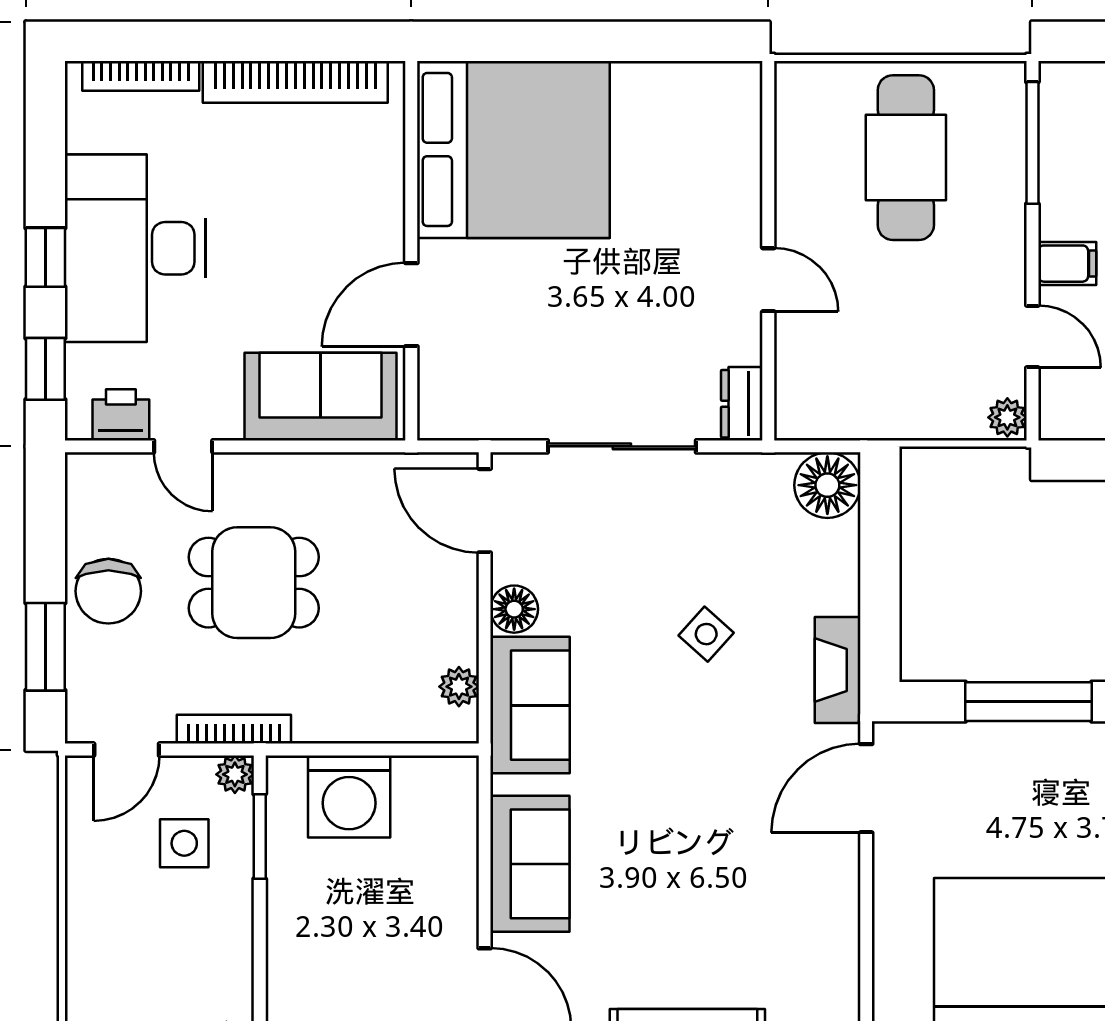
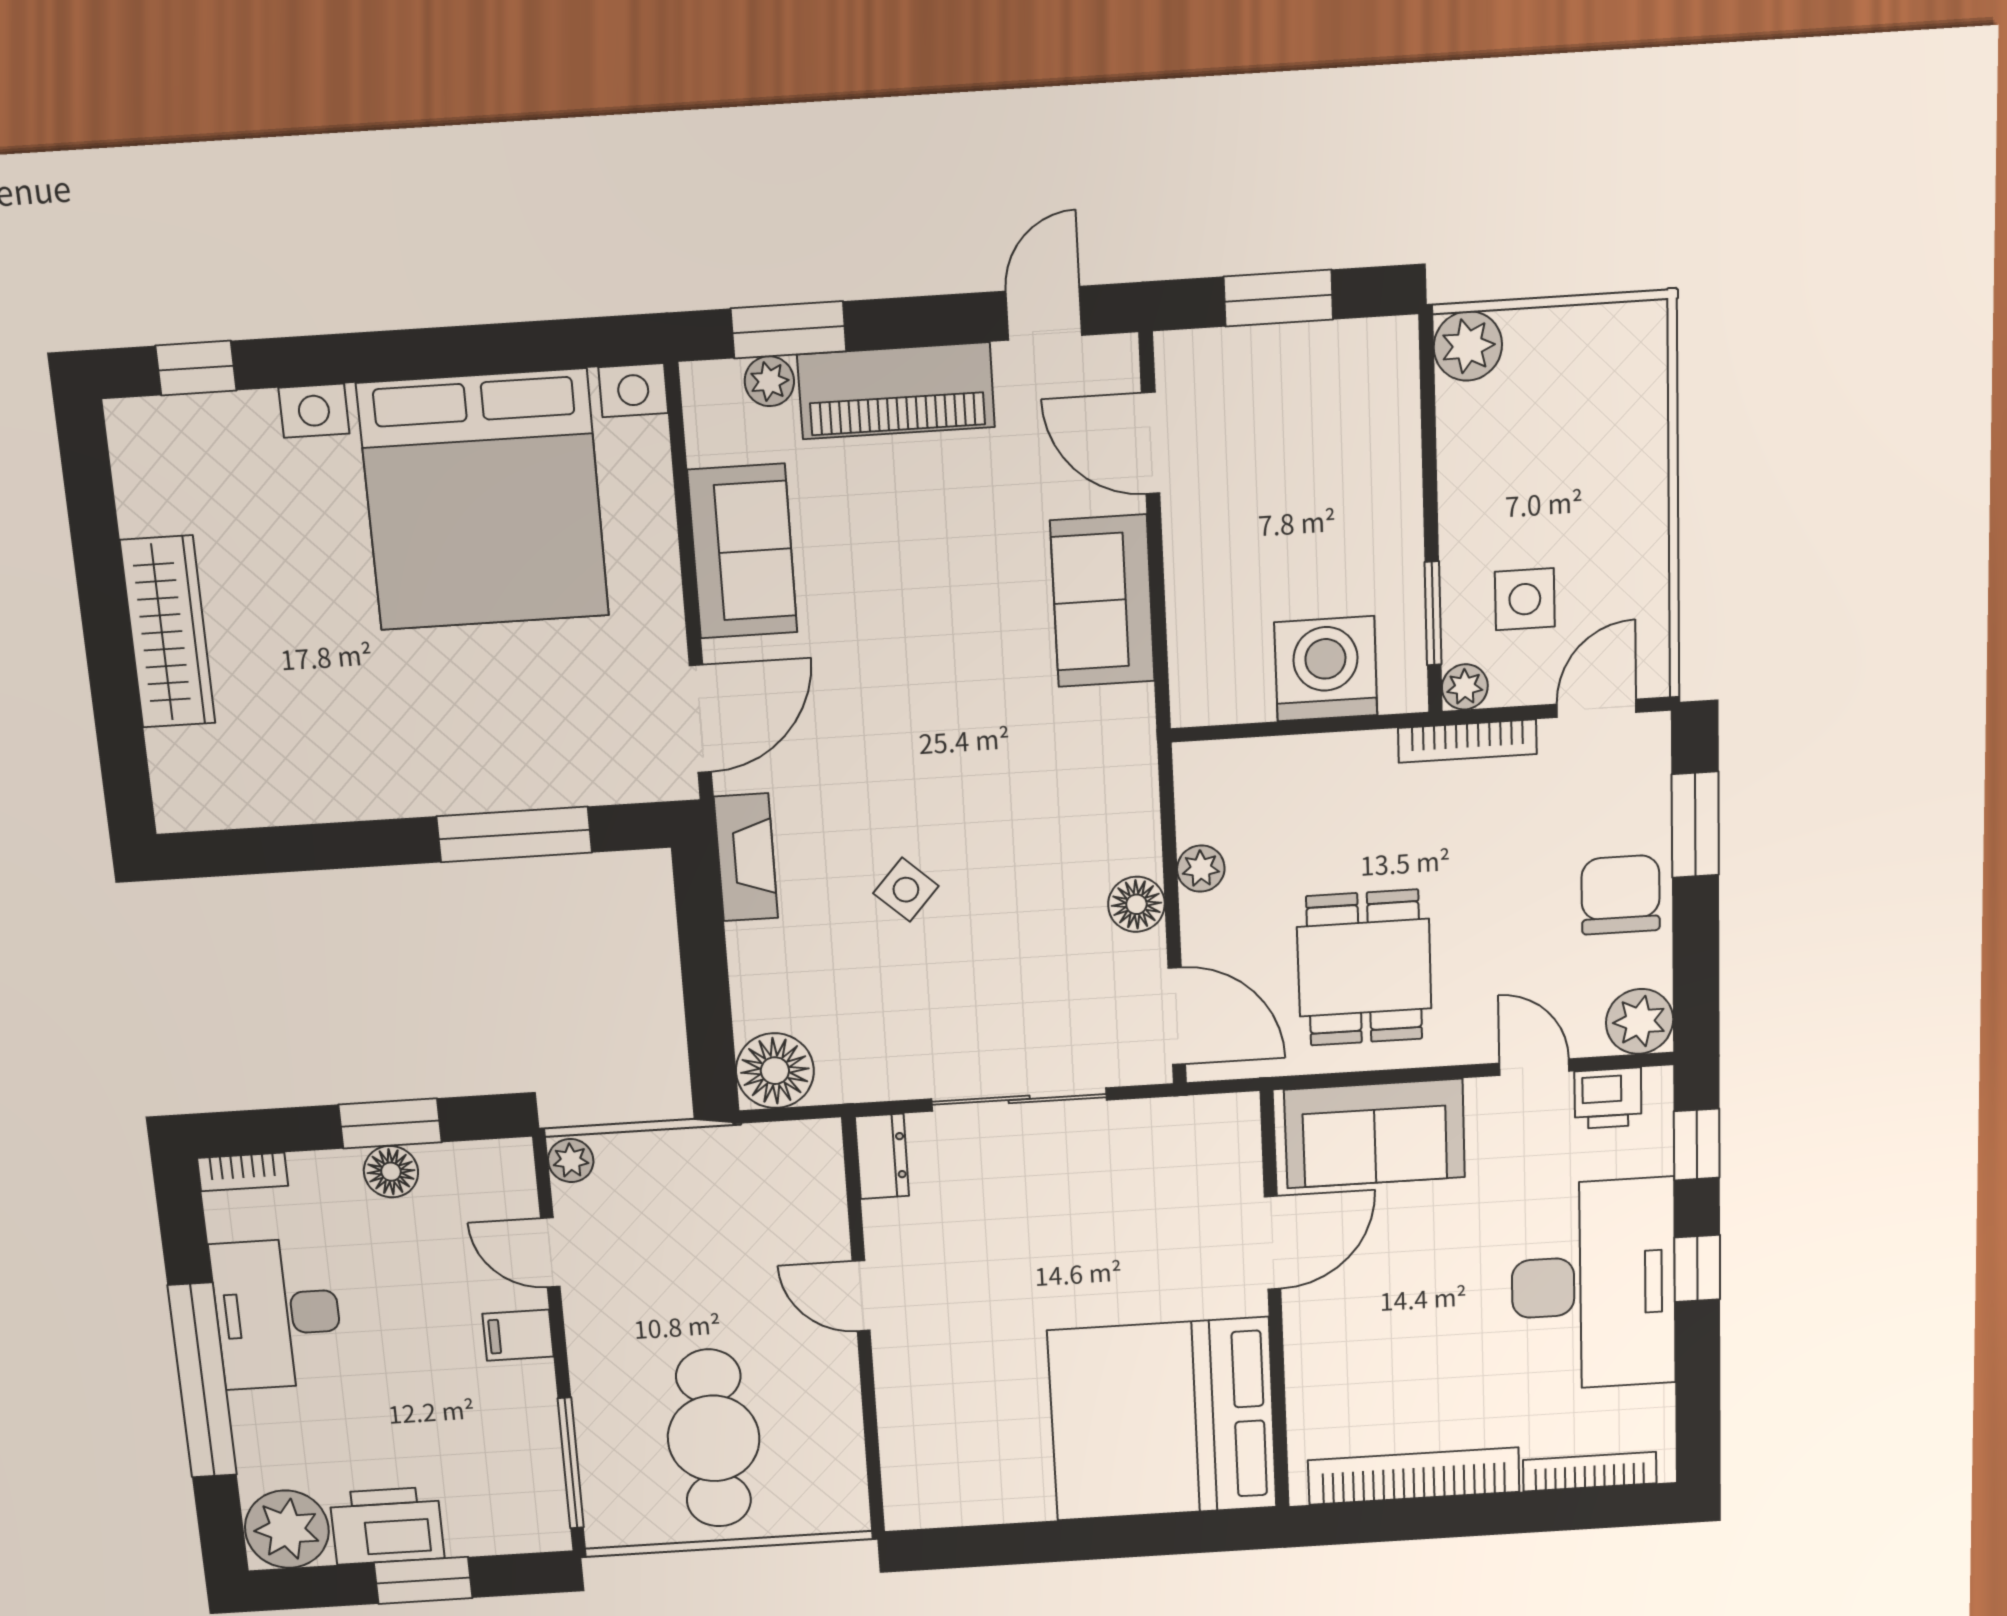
plant: (93, 481) -> (1640, 1021), added
dining table: (254, 583) -> (1364, 968), moved, turned 90
plant: (459, 687) -> (1201, 869), moved
sofa: (530, 705) -> (743, 551), moved, turned 180

